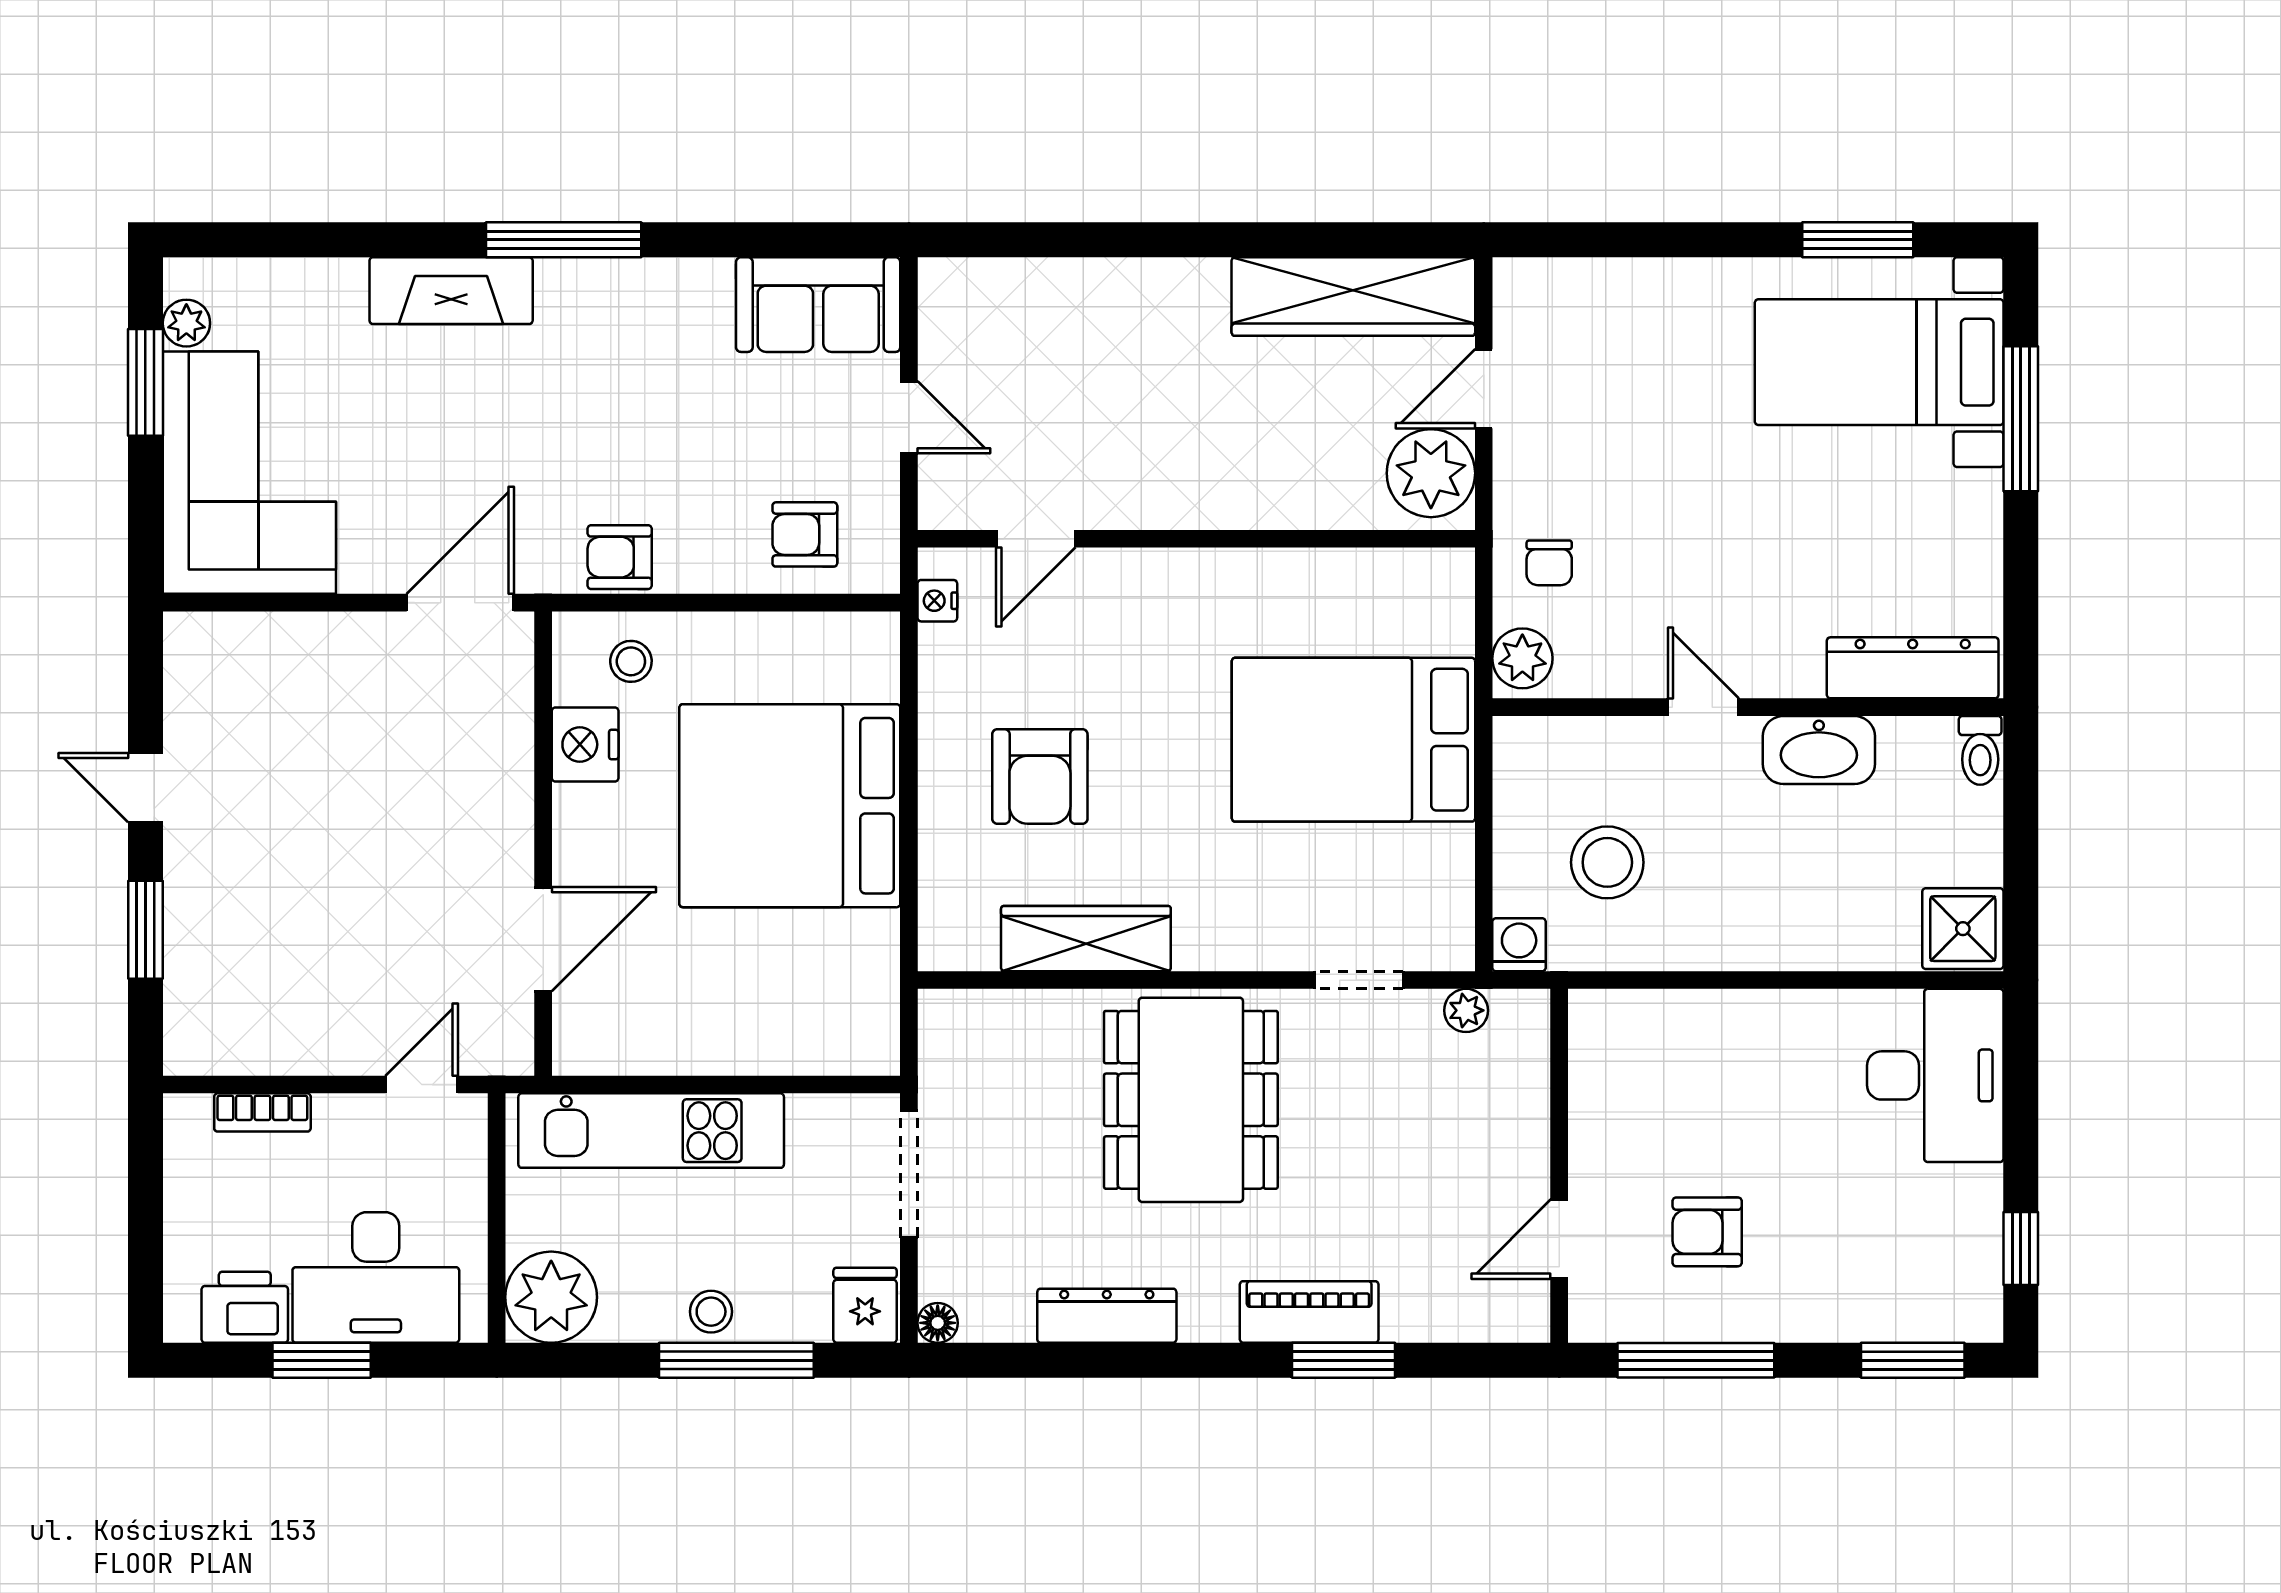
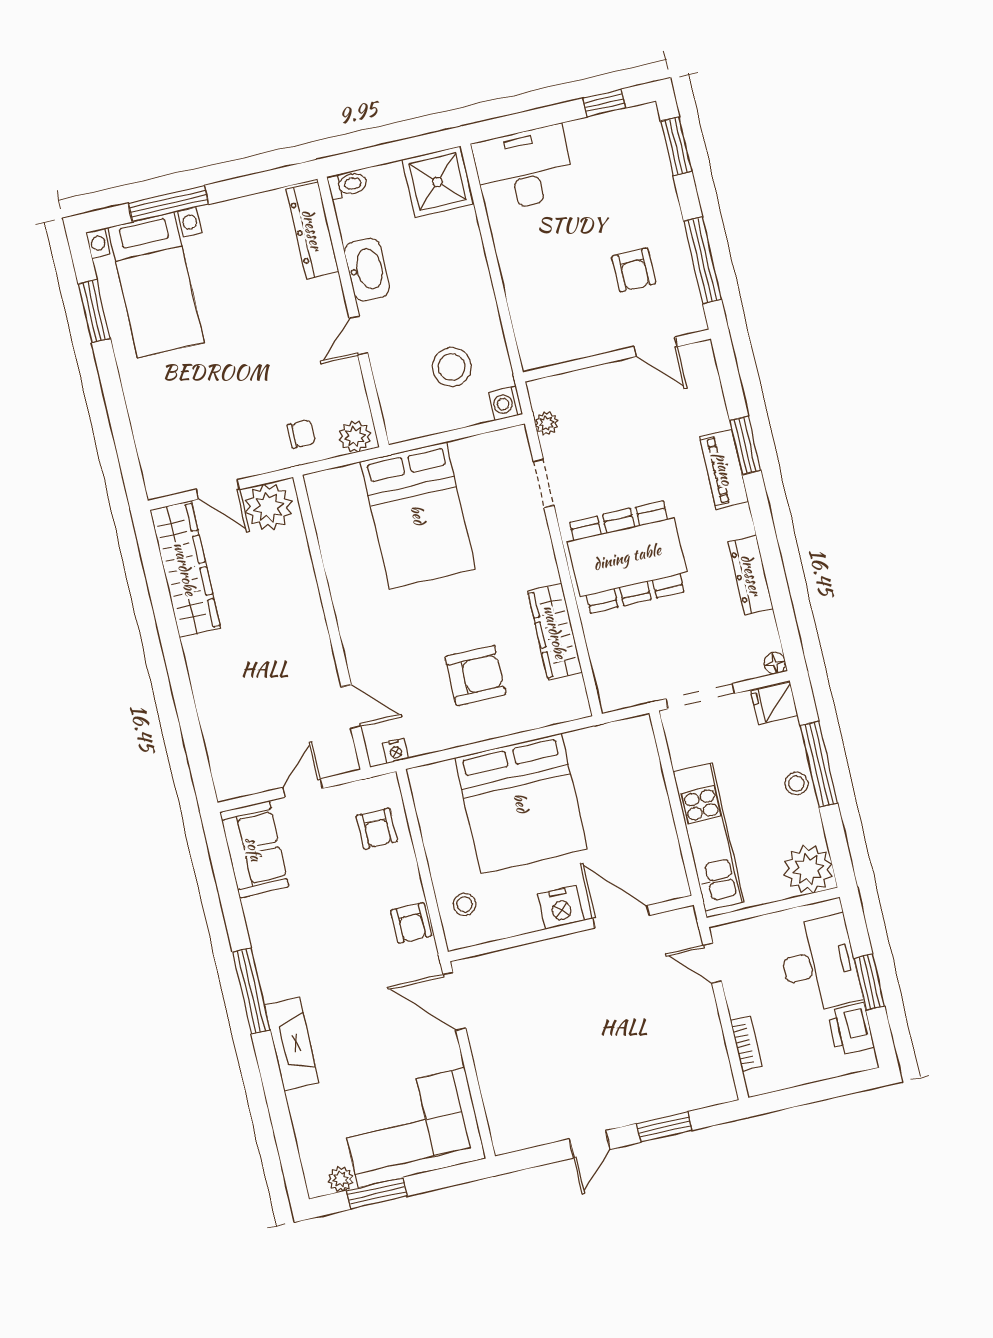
nightstand: (585, 744) -> (561, 907), moved
shower: (1963, 929) -> (437, 182), width x1.36, depth x1.36

